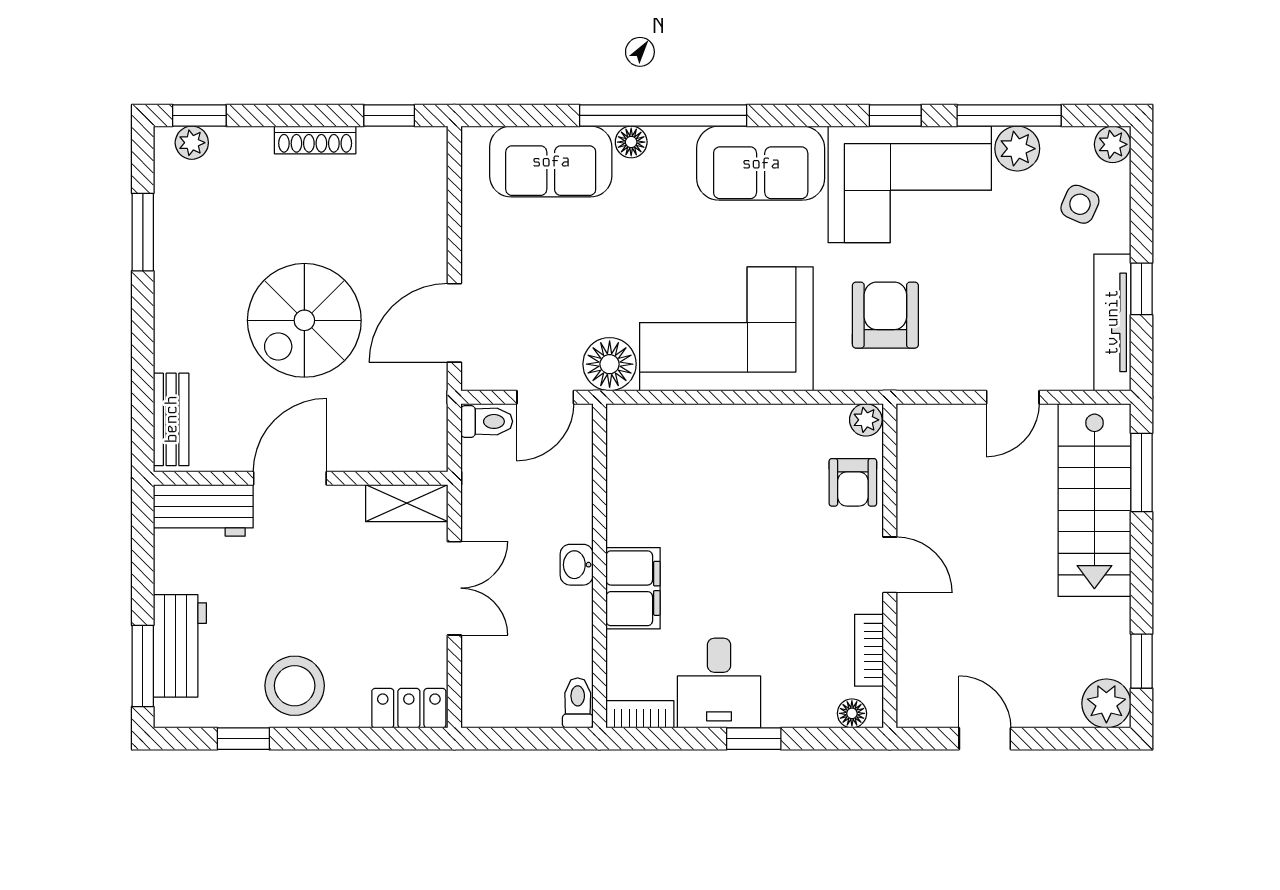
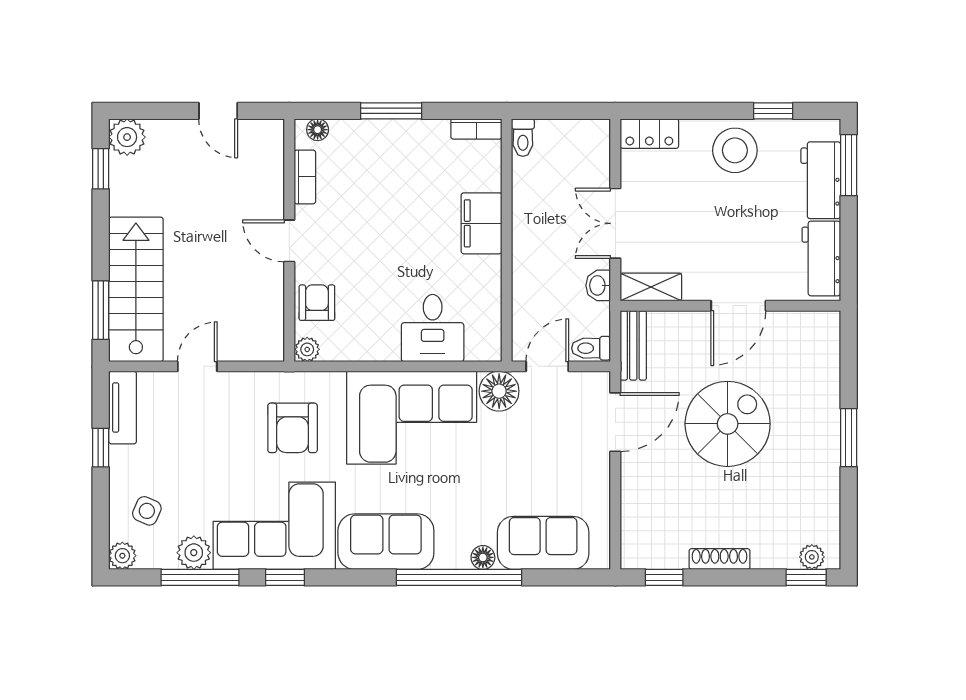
window: (143, 232) -> (849, 438), moved
tv unit: (1112, 322) -> (123, 408), width x0.71
bench: (171, 419) -> (633, 346), moved
workbench: (203, 510) -> (821, 258), moved, turned -90
washbasin: (577, 565) -> (598, 285), moved, turned 180
desk: (719, 683) -> (433, 328), moved, turned 180
window: (754, 739) -> (391, 111), width x1.50

